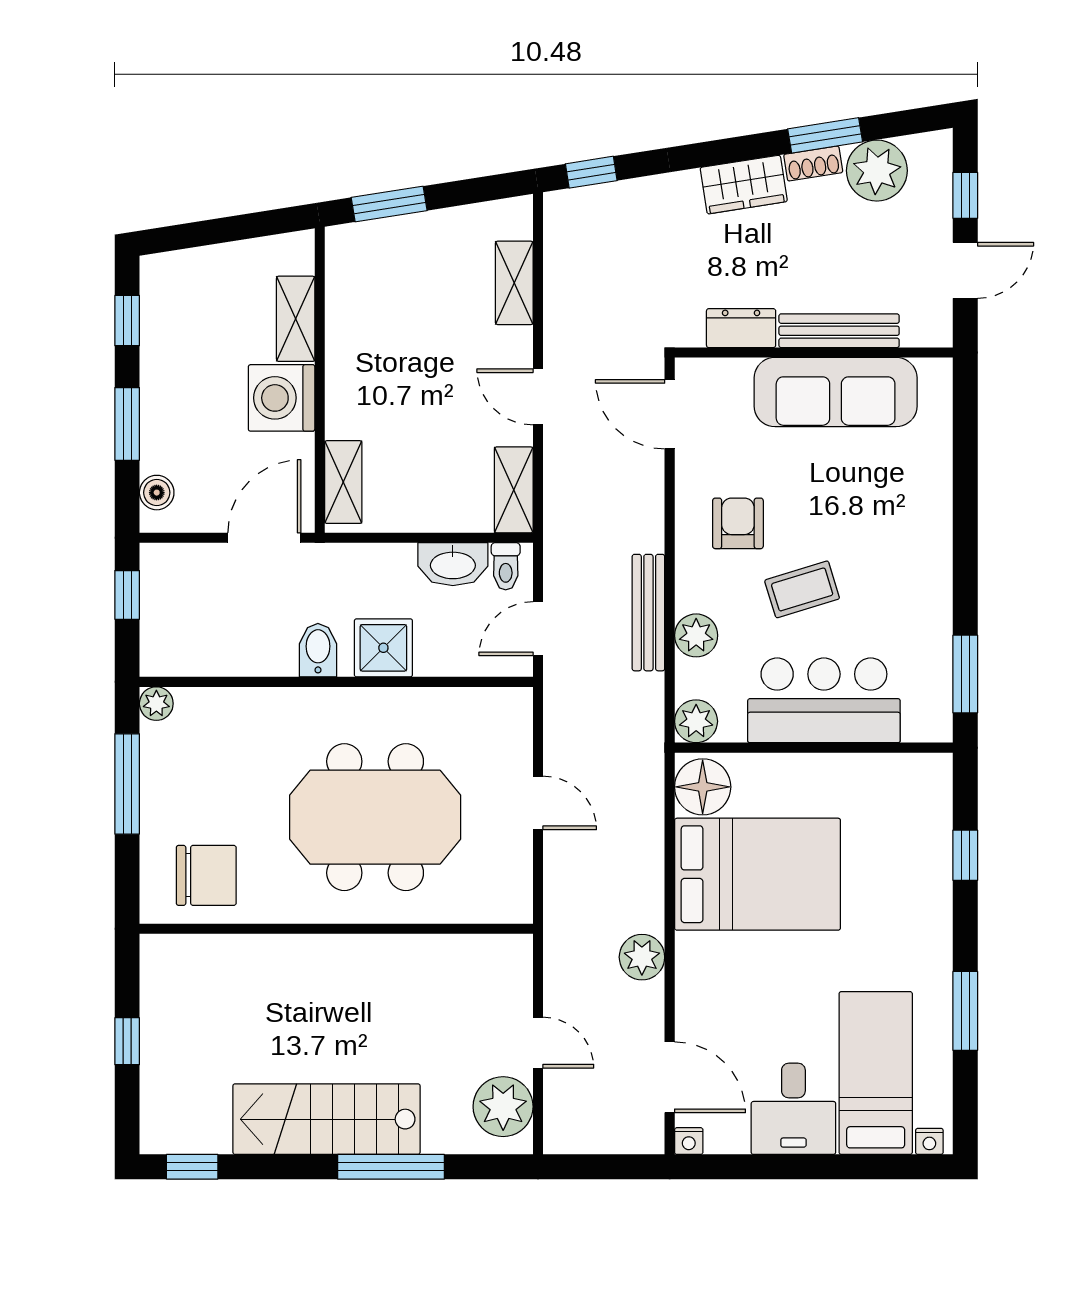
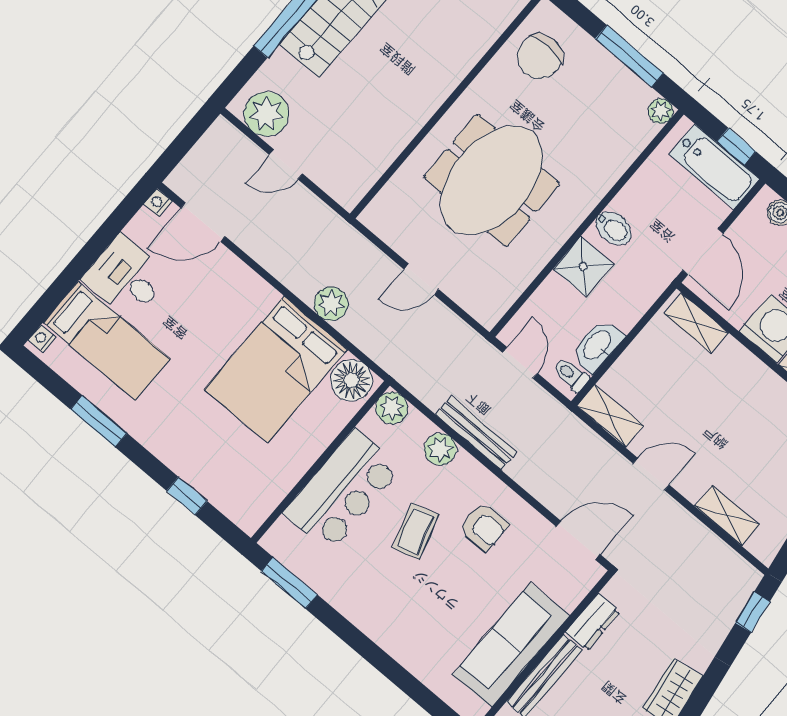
bathtub: (167, 600) -> (714, 167), added
plant: (642, 957) -> (331, 304), moved

